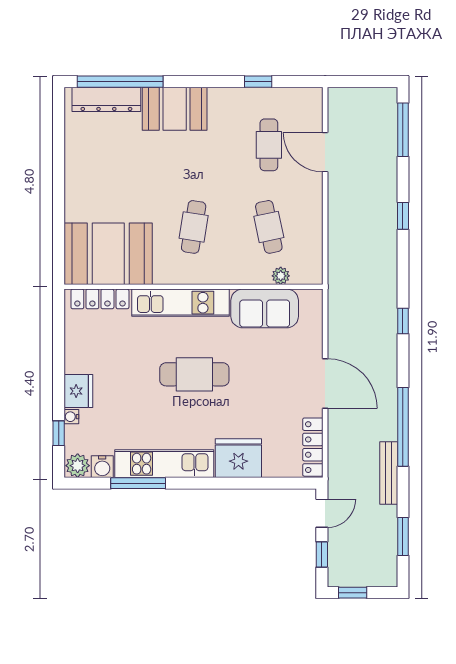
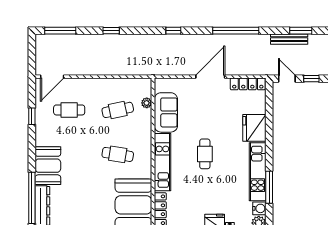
door: (325, 152) -> (52, 77), moved
cafe table: (194, 374) -> (205, 154), width x0.73, depth x0.74
bench: (389, 473) -> (289, 39), moved

